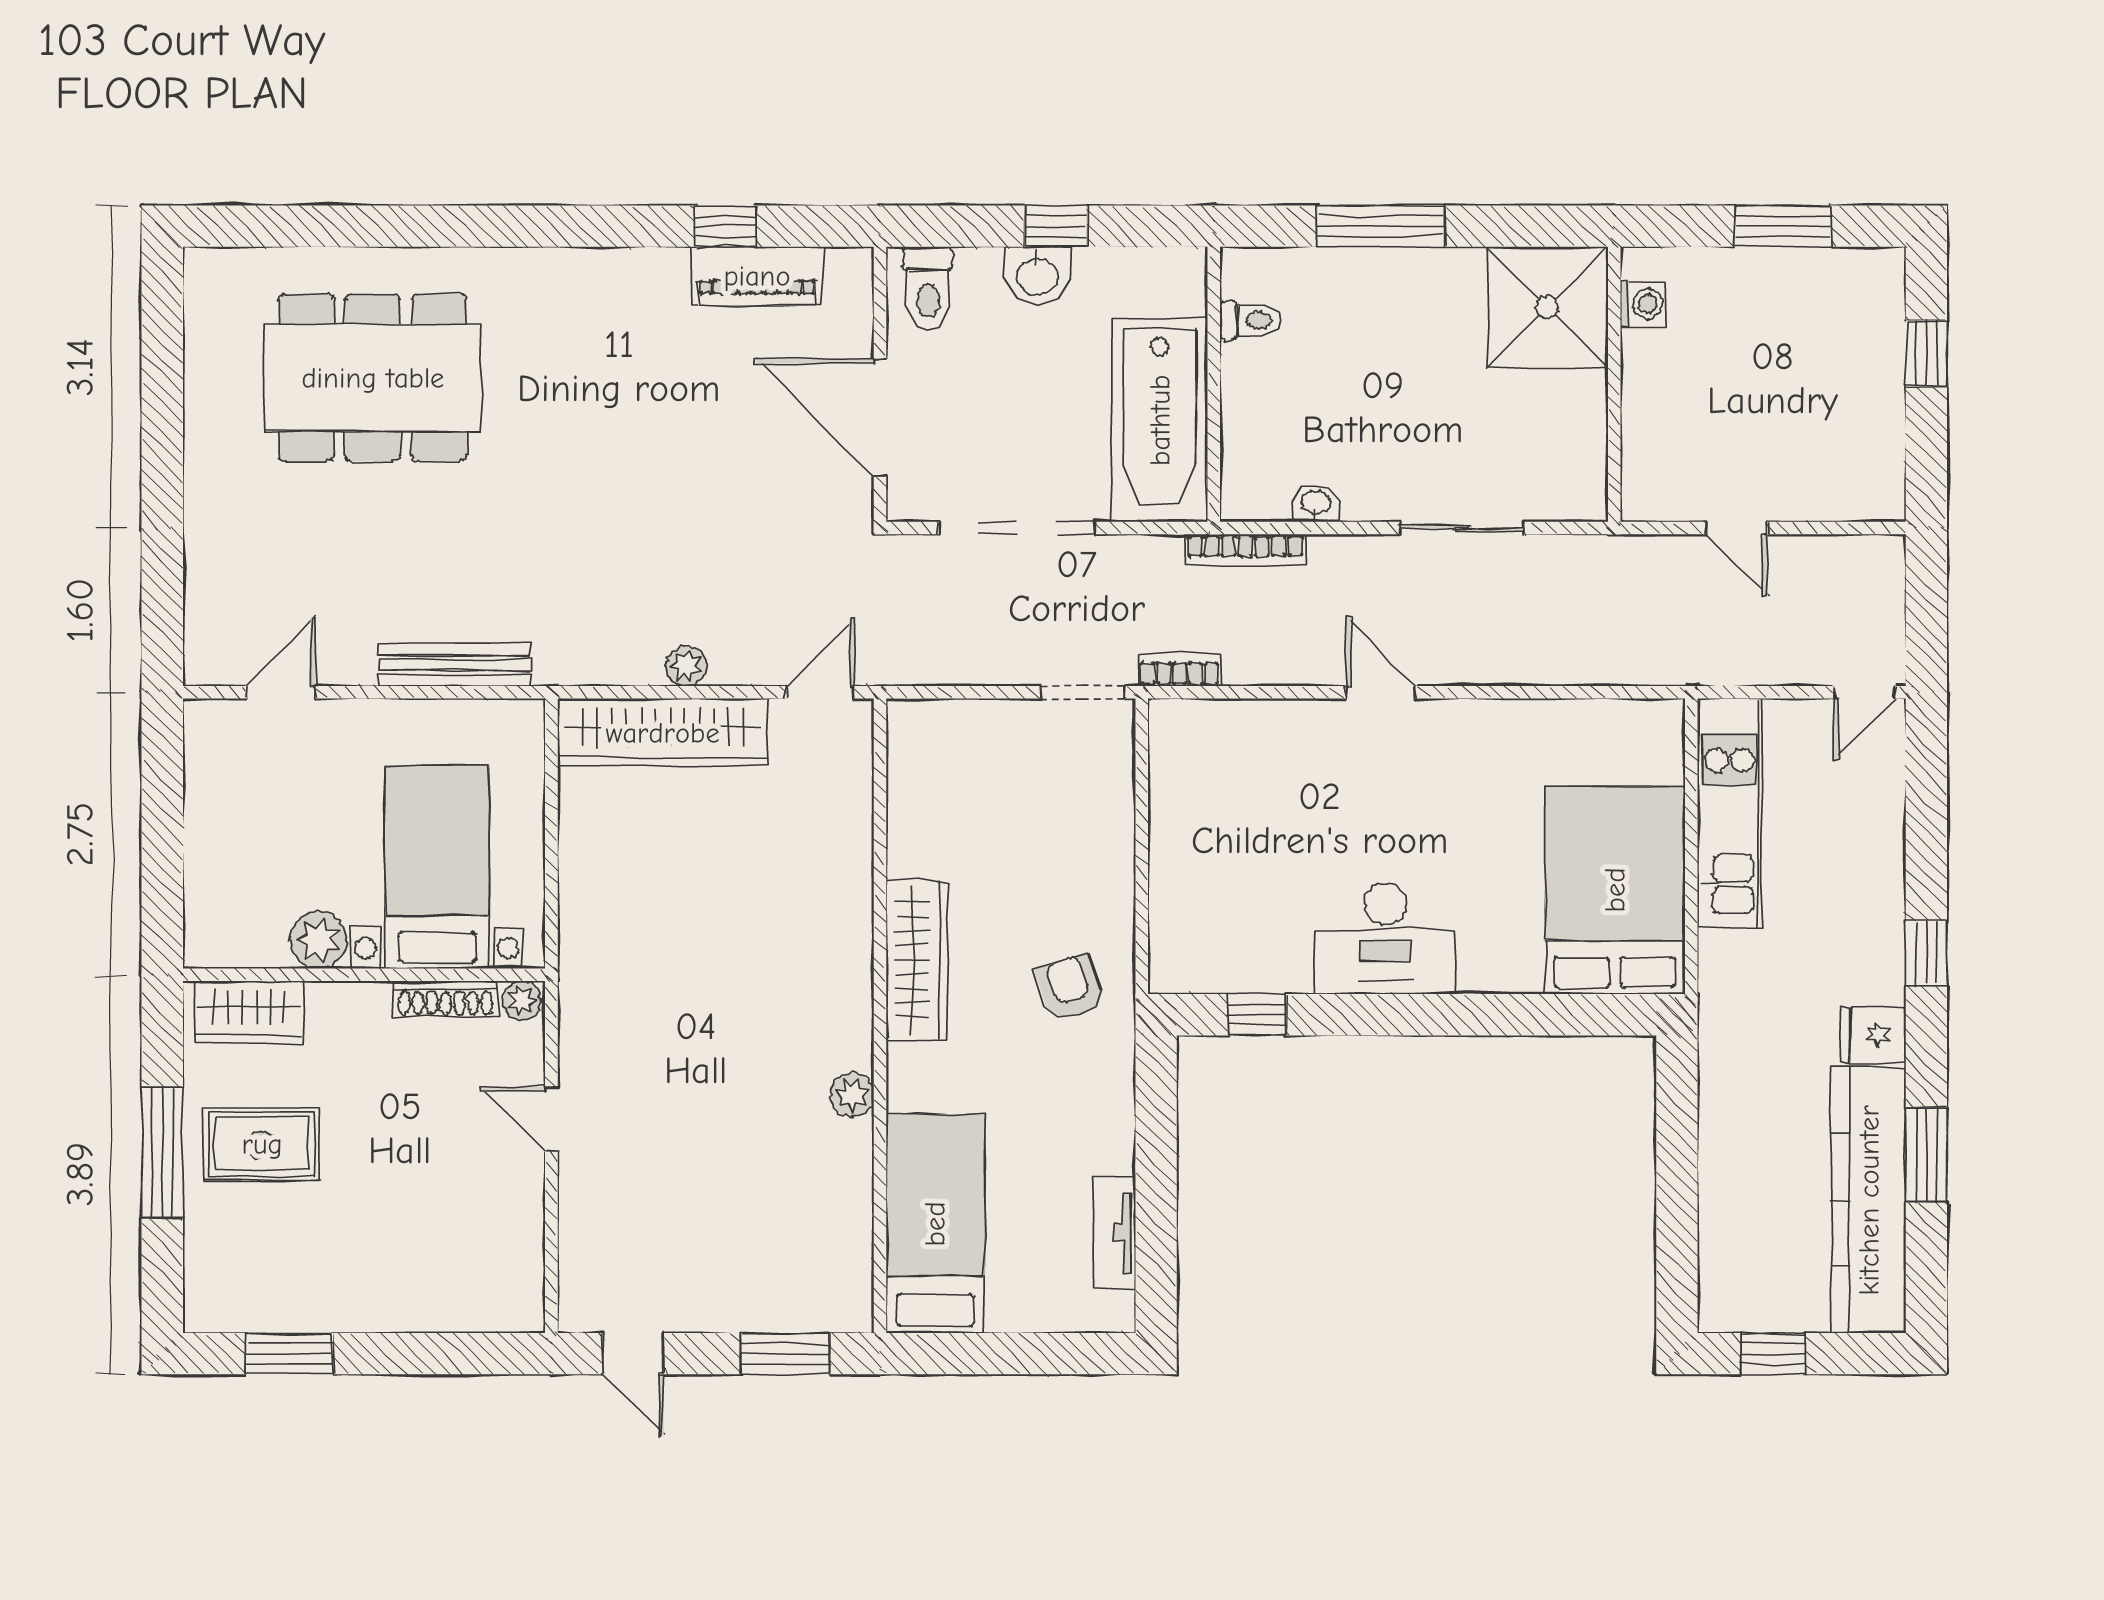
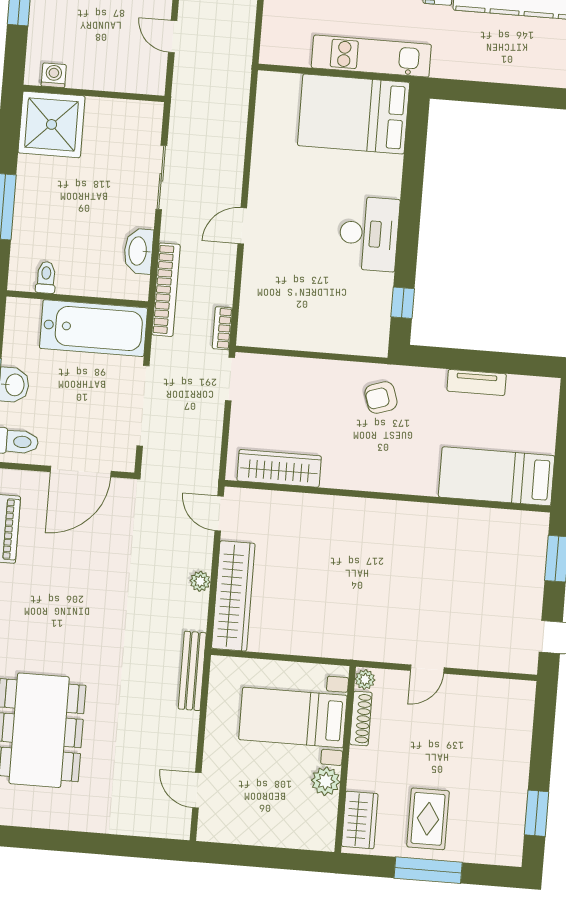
washbasin: (1316, 503) -> (138, 251), width x1.91, depth x1.45
door: (1736, 528) -> (173, 37), swing flipped
bookcase: (1245, 550) -> (166, 290), width x1.48, depth x1.31
bench: (454, 665) -> (192, 671), moved
kitchen unit: (1730, 813) -> (371, 56), moved
wardrobe: (917, 960) -> (279, 468), moved
plant: (852, 1095) -> (427, 514), removed
tv unit: (1114, 1233) -> (477, 382), moved

